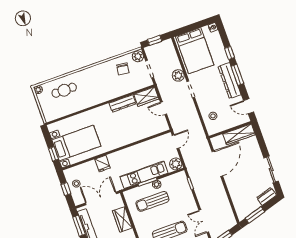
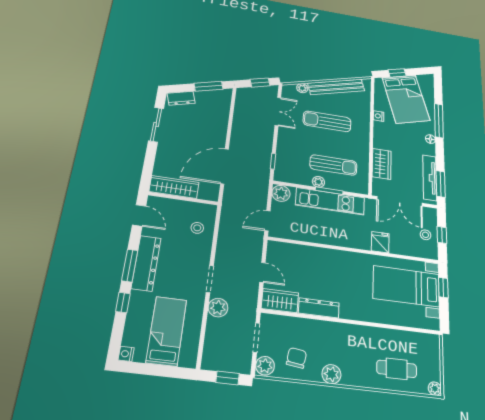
bed: (195, 51) -> (167, 331), width x0.67
plant: (100, 69) -> (331, 374), added

